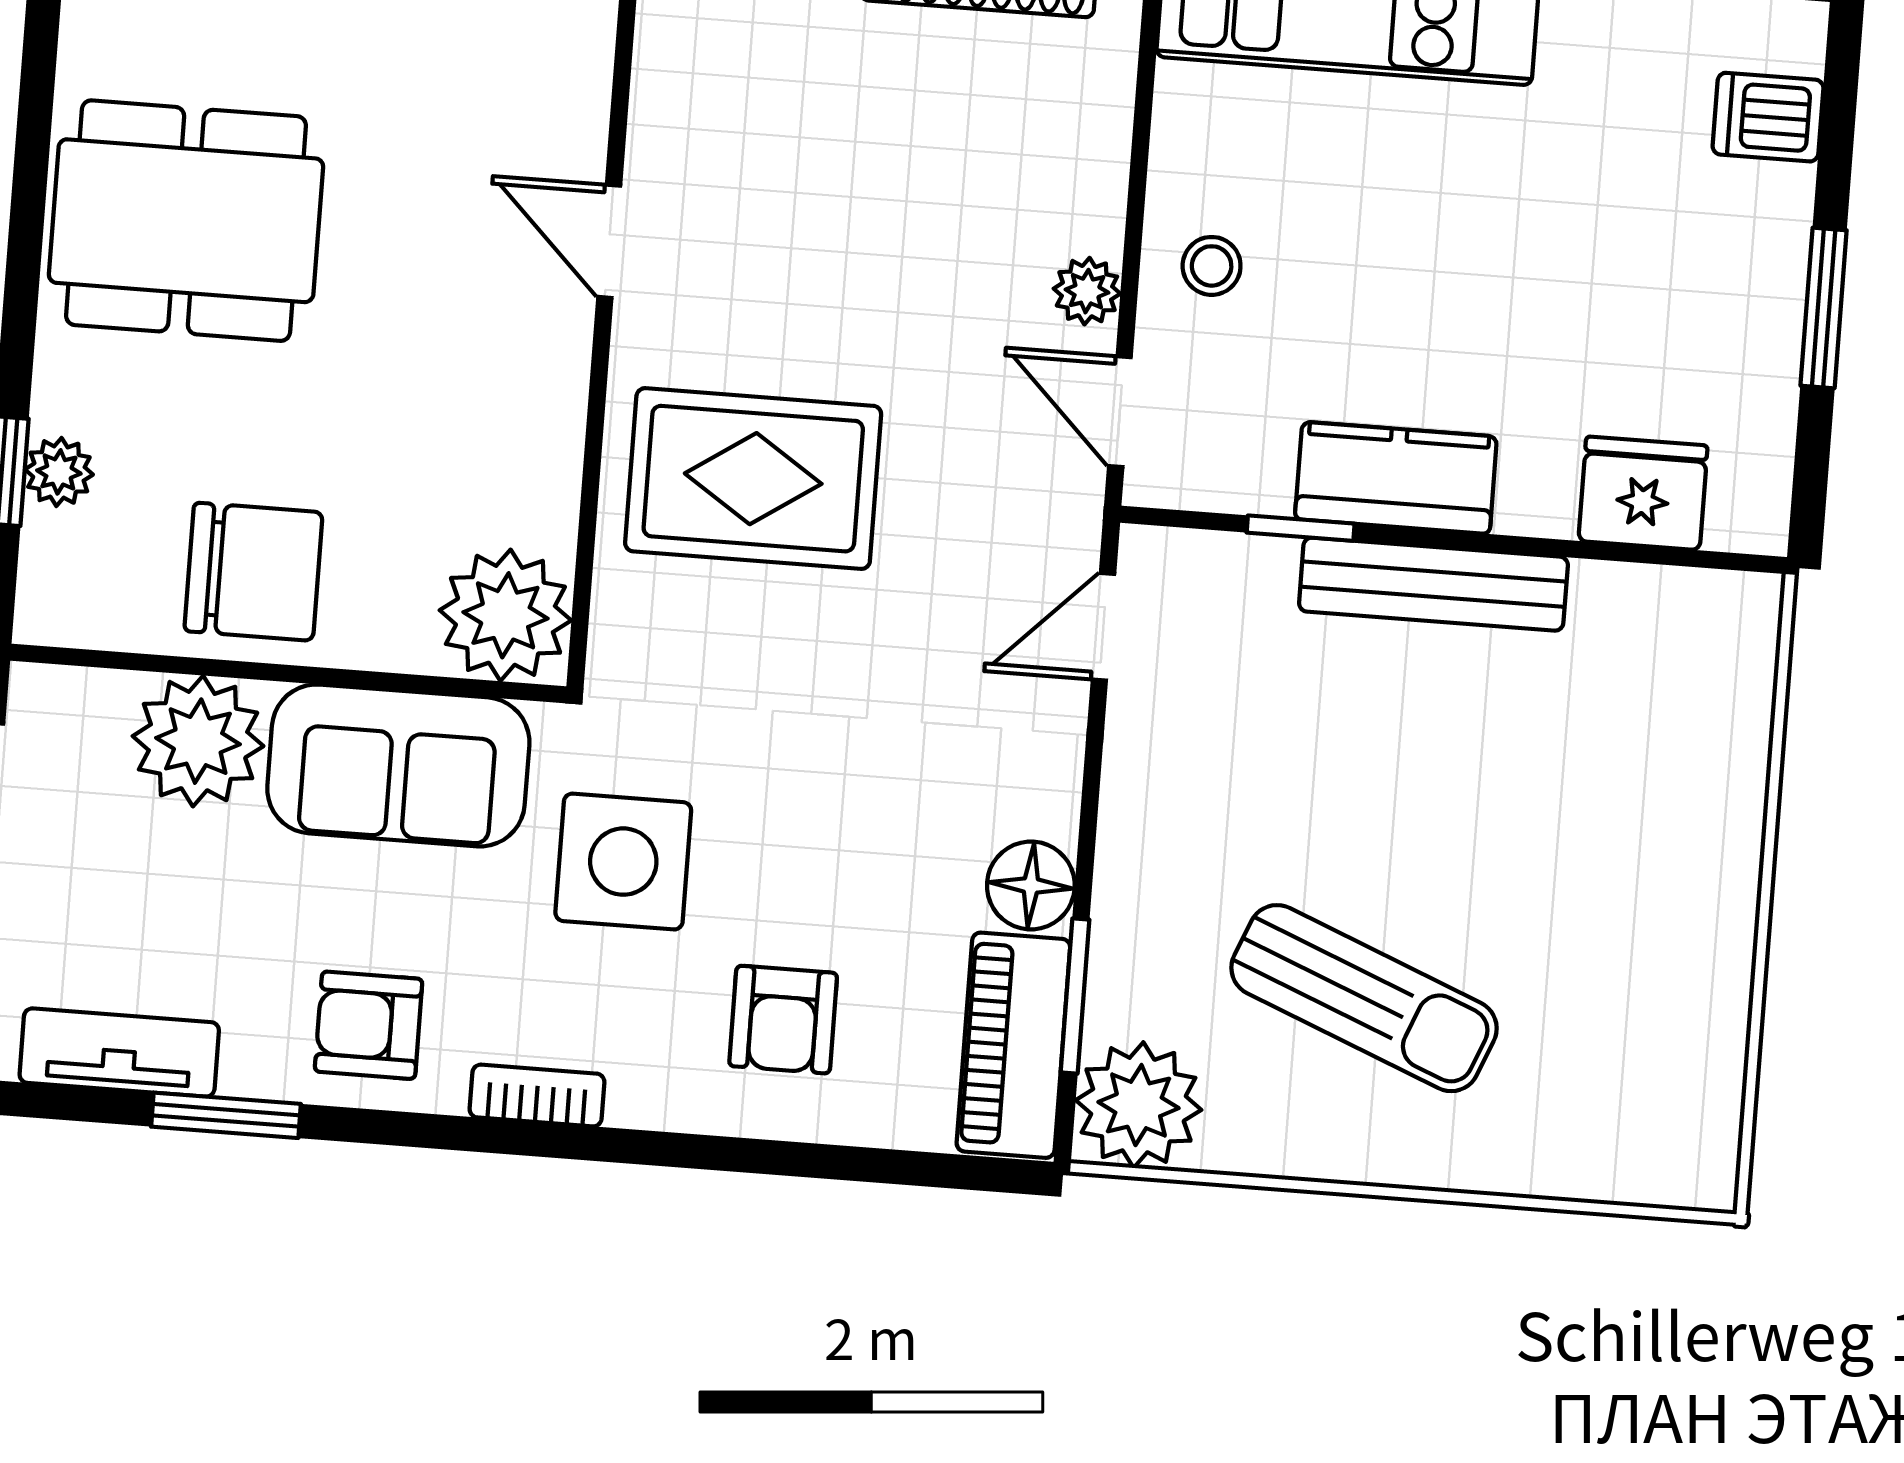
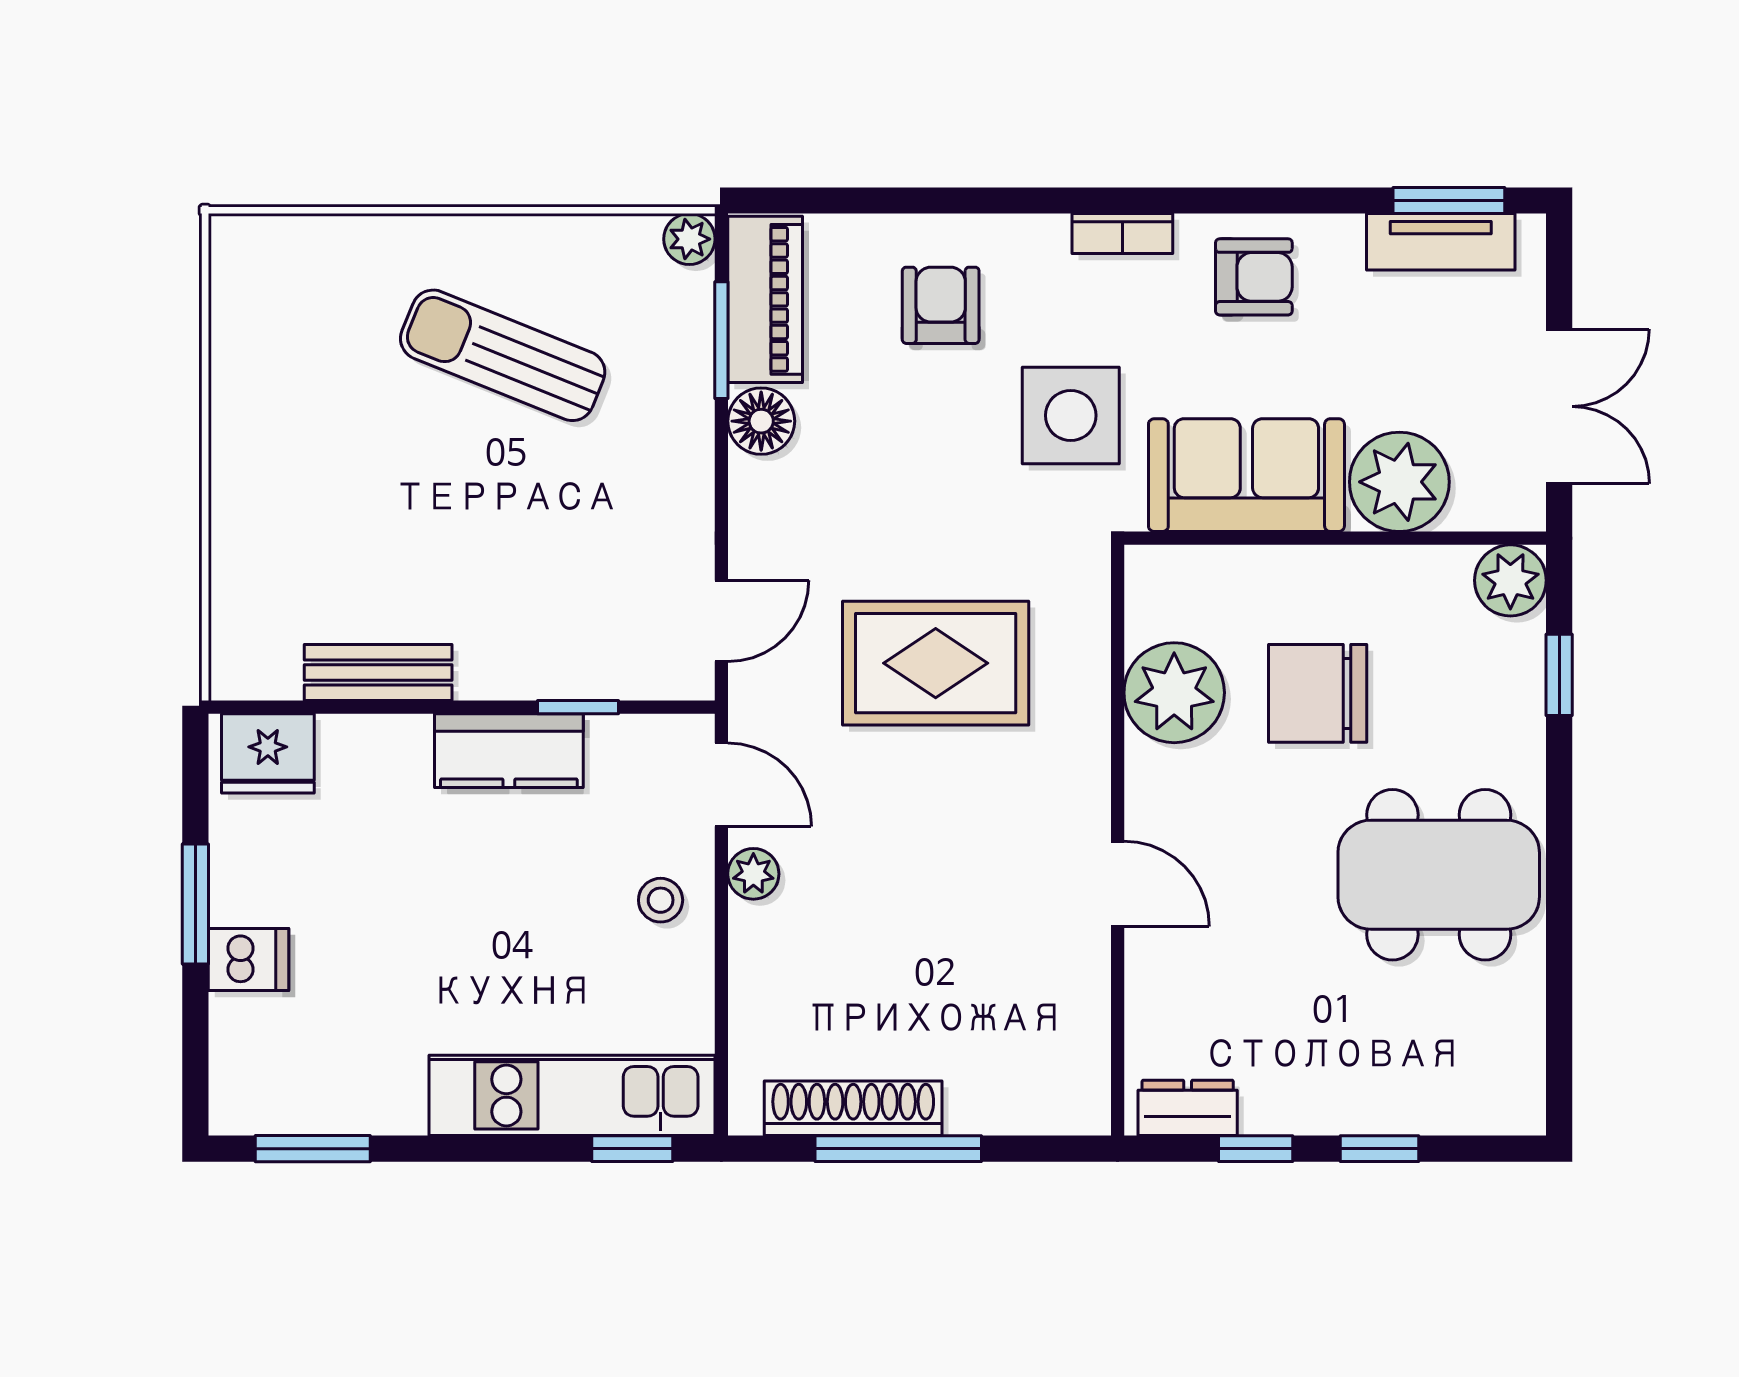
dishwasher: (1768, 117) -> (249, 959), moved
plant: (59, 472) -> (1510, 580), moved, width x1.38, depth x1.38
rug: (753, 479) -> (936, 663), moved
fridge: (1643, 493) -> (268, 753), moved
chair: (253, 572) -> (1318, 693), moved
bench: (1433, 584) -> (378, 672), moved, width x0.73
plant: (505, 615) -> (1174, 693), moved
plant: (1138, 1105) -> (689, 239), width x0.53, depth x0.53
window: (226, 1115) -> (1449, 201), moved

